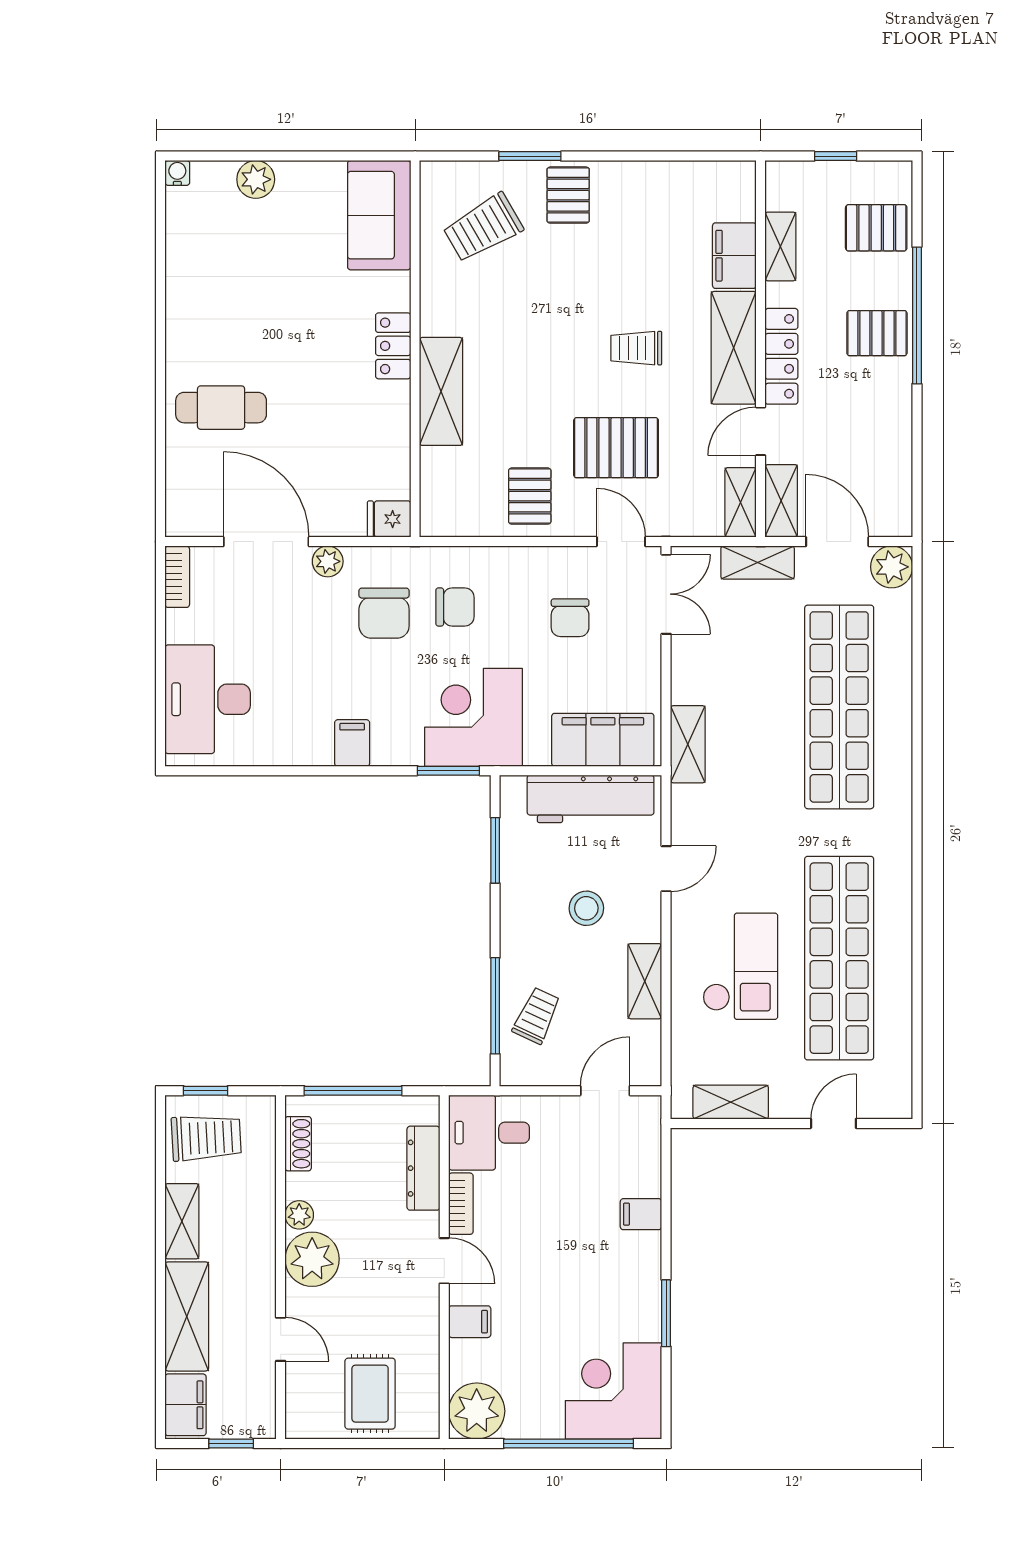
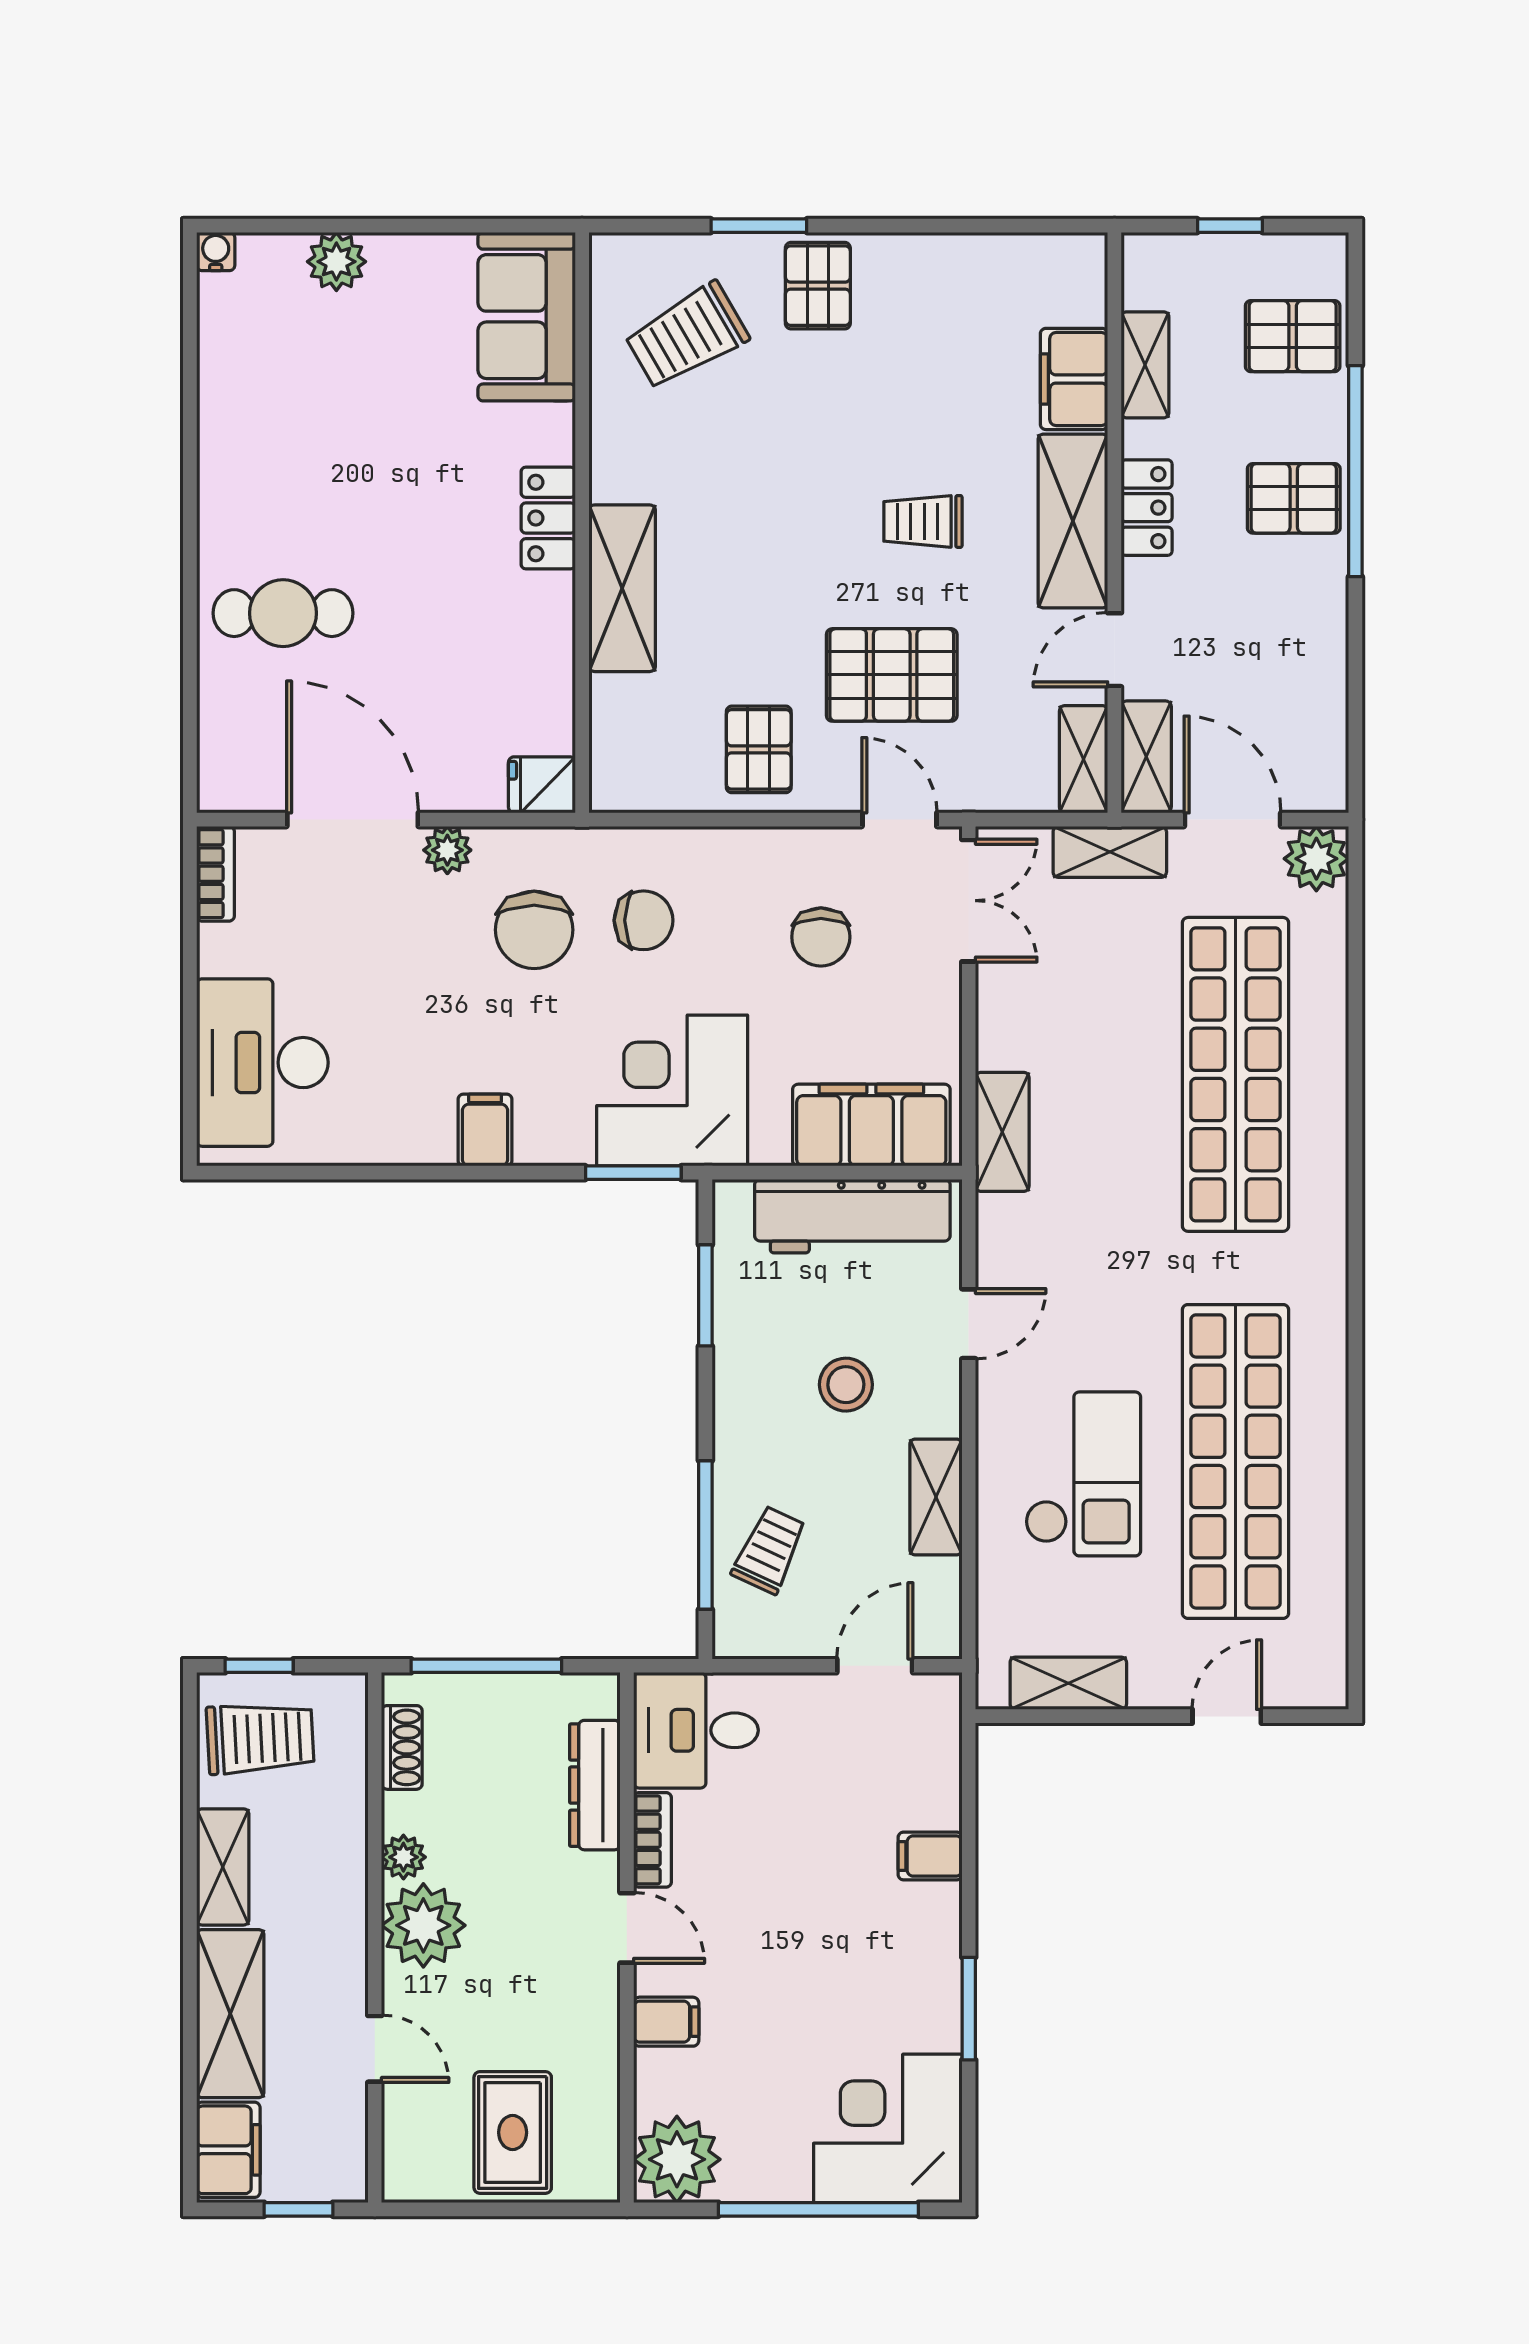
locker: (781, 356) -> (1147, 508), width x0.66

